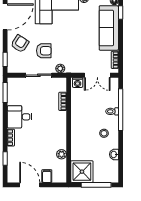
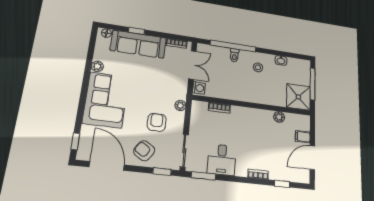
window: (121, 12) -> (137, 31), moved
sliding door: (39, 75) -> (184, 151), moved
desk: (20, 117) -> (222, 160), moved

